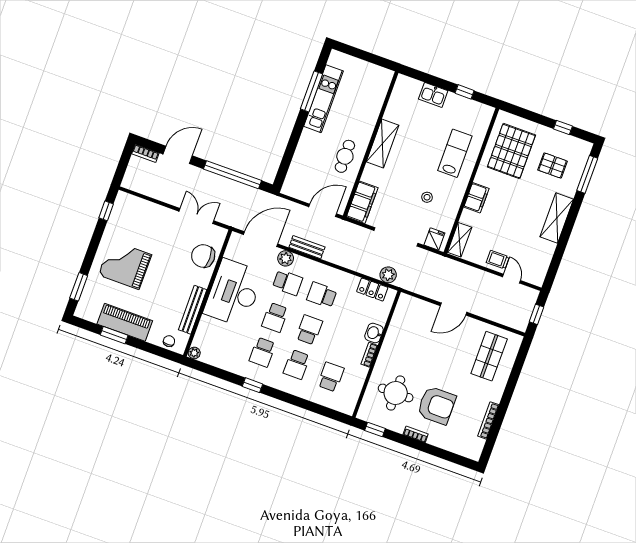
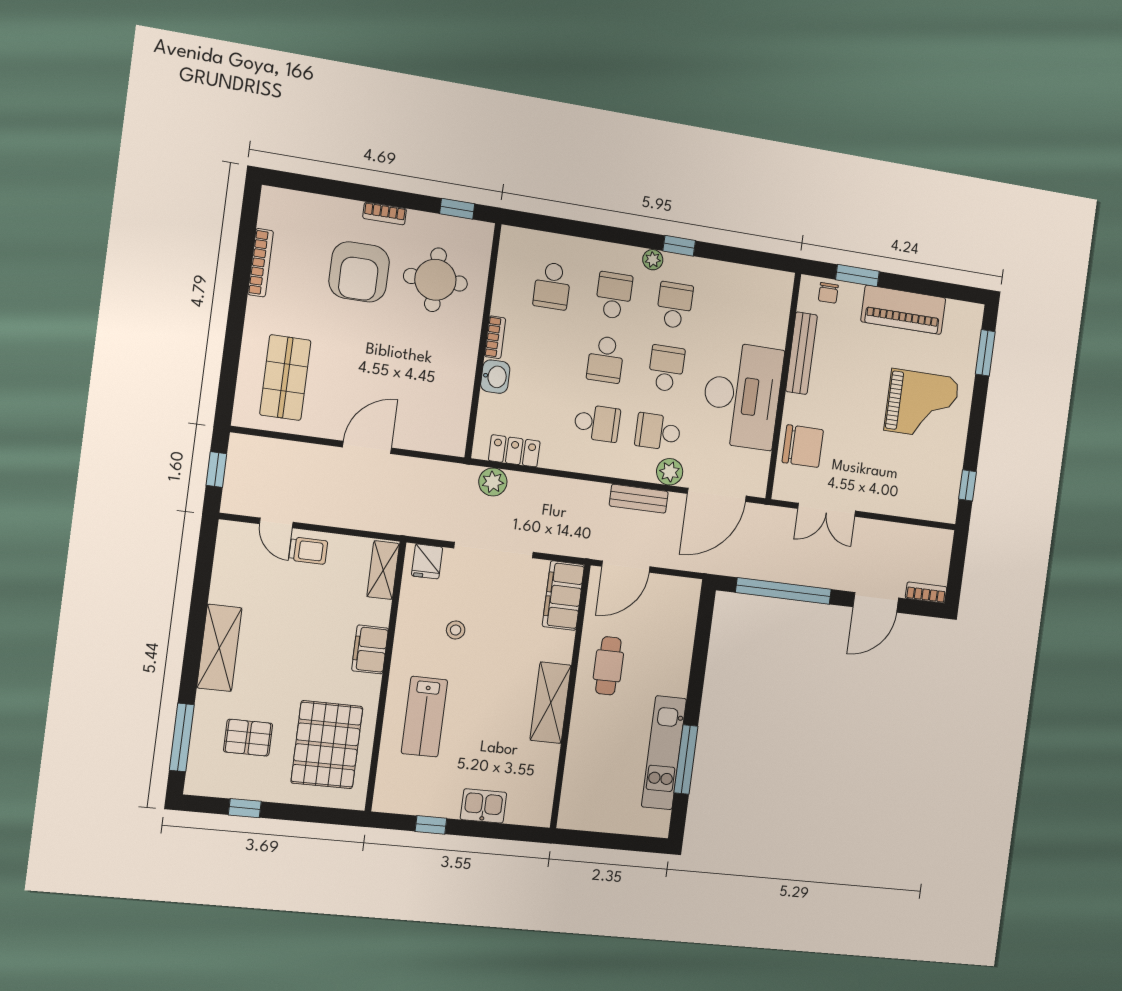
window: (114, 335) -> (857, 275), moved
plant: (194, 353) -> (653, 260), moved
armchair: (436, 405) -> (359, 272), turned -90

